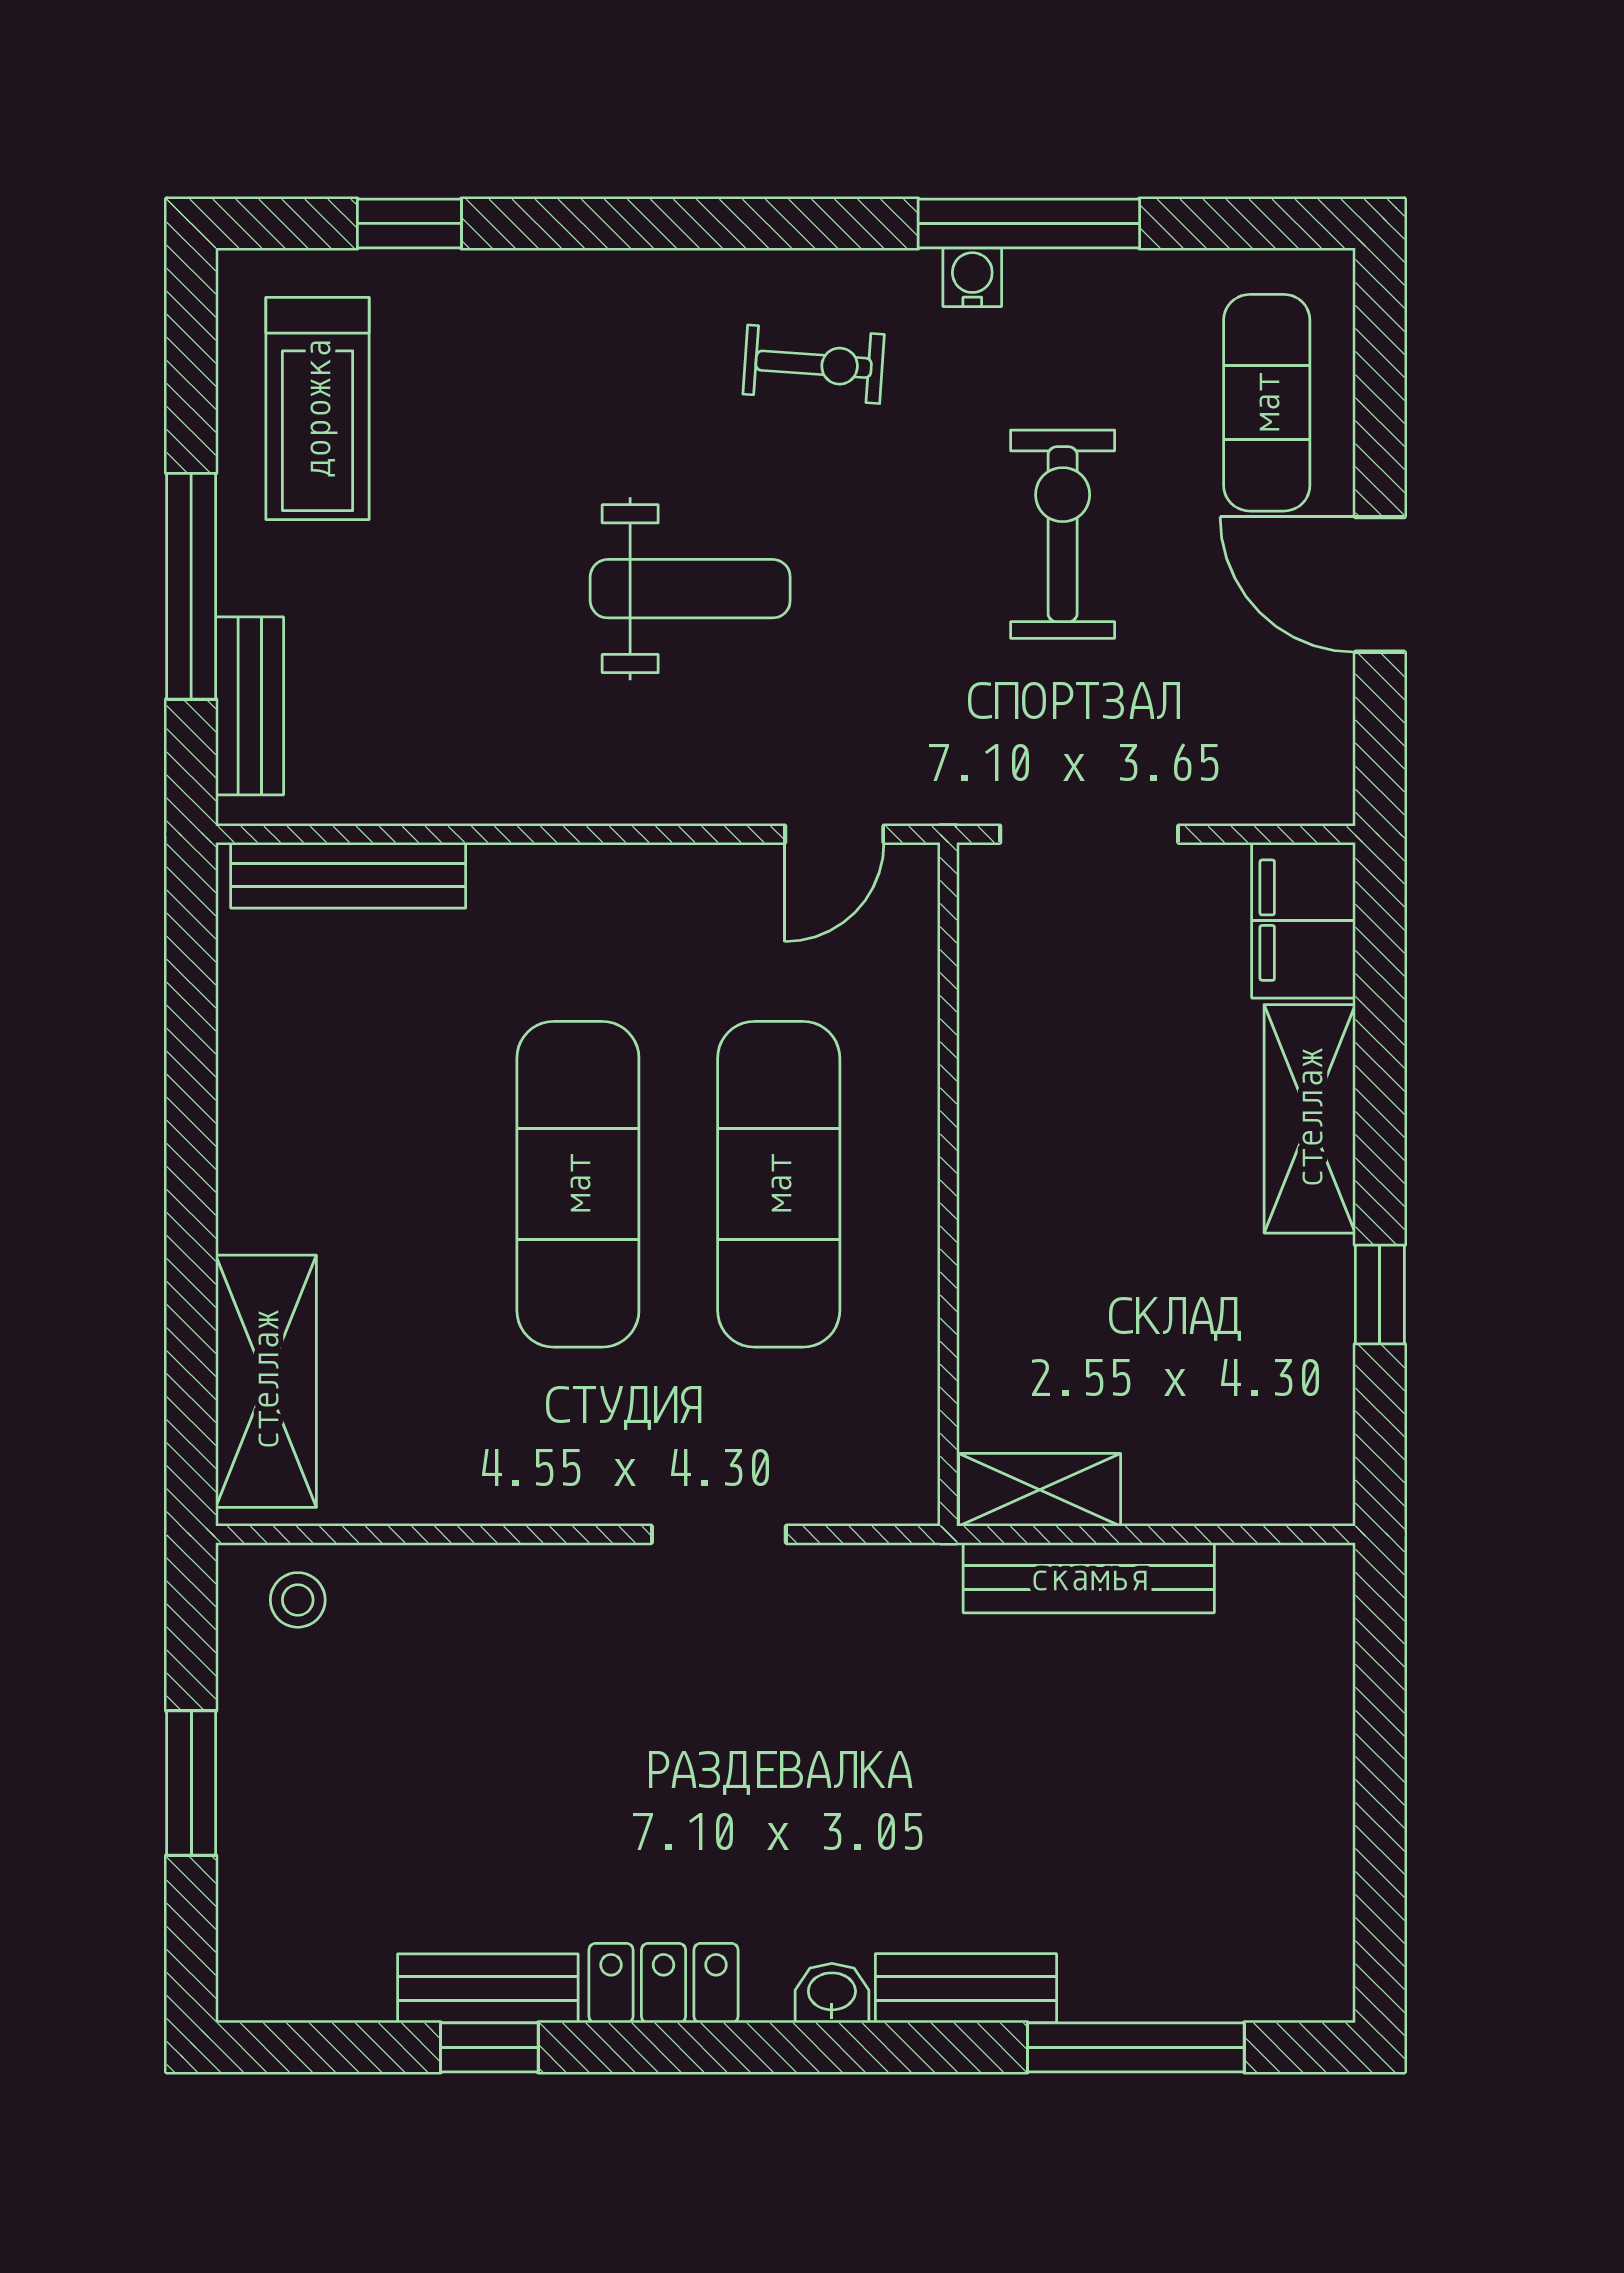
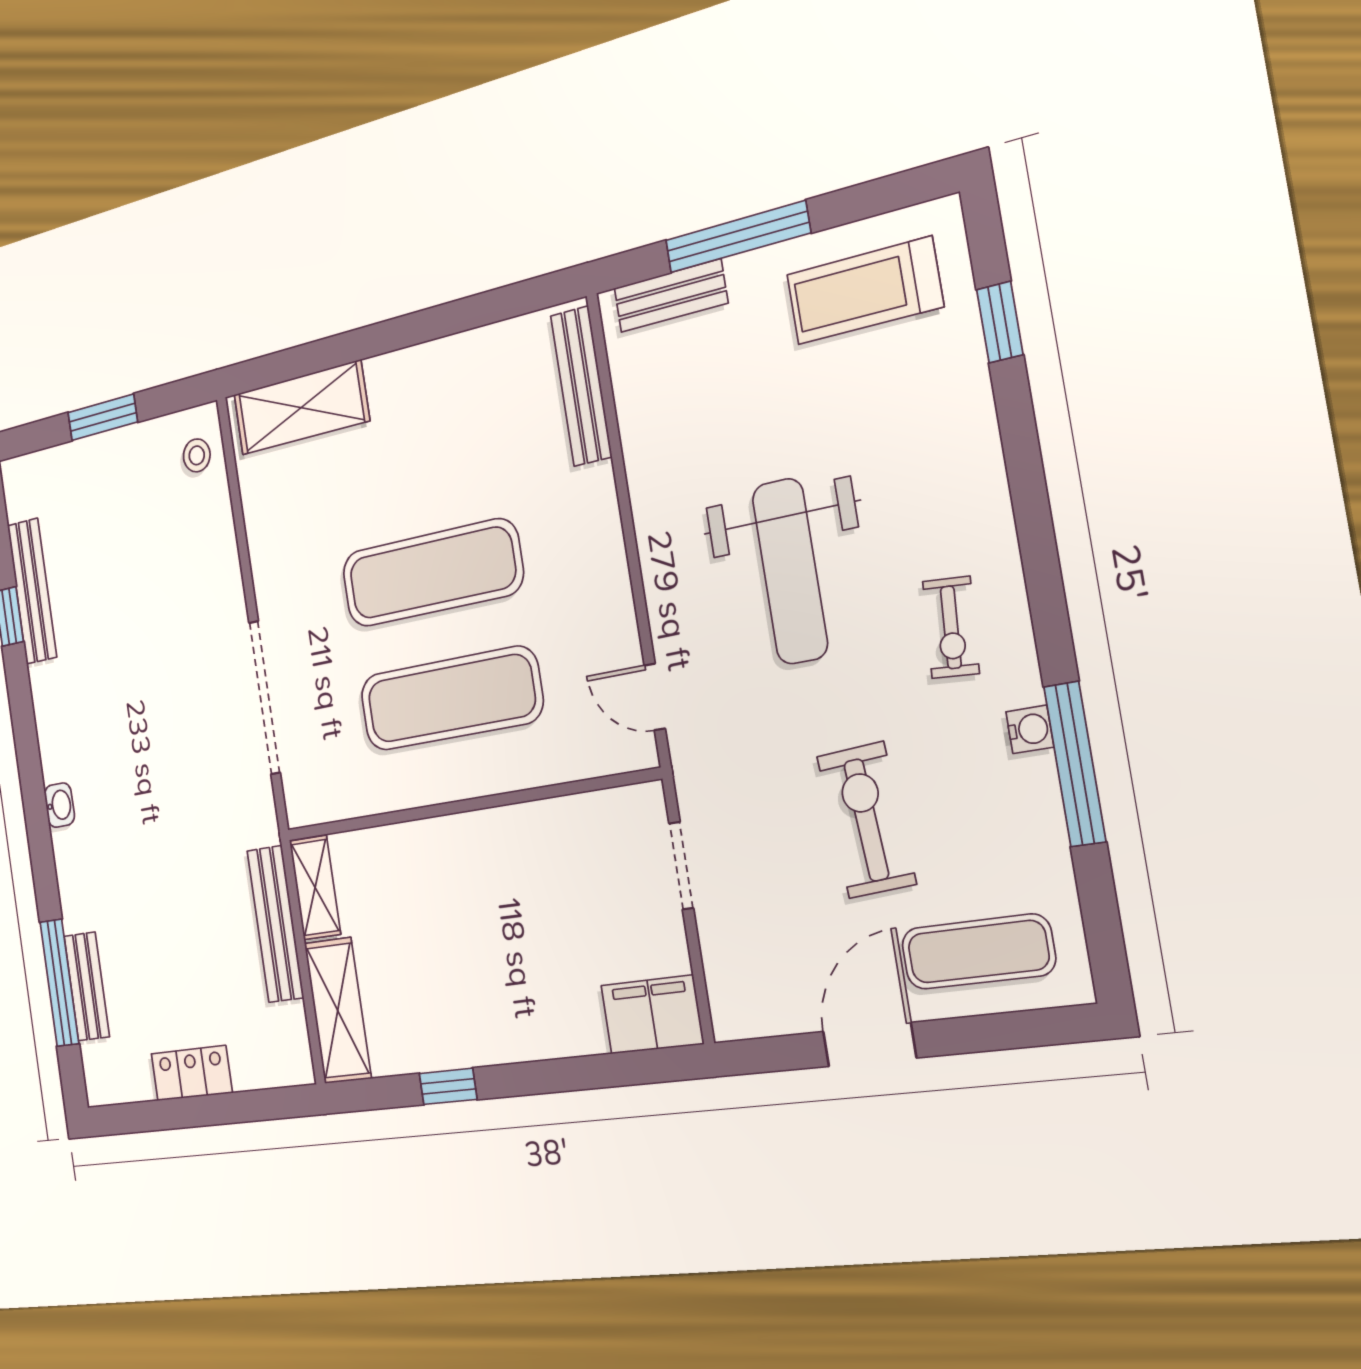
exercise bike: (1063, 534) -> (866, 820), turned -94
weight bench: (690, 589) -> (790, 571), width x1.36, depth x1.33
doorway: (1089, 834) -> (681, 866), width x0.73
shelving: (1310, 1119) -> (338, 1011), moved, turned 90
doorway: (719, 1534) -> (265, 698), width x1.87
locker: (663, 1983) -> (192, 1073), moved, turned -90
bench: (488, 1988) -> (32, 591), width x1.36
bench: (966, 1988) -> (87, 986), moved

